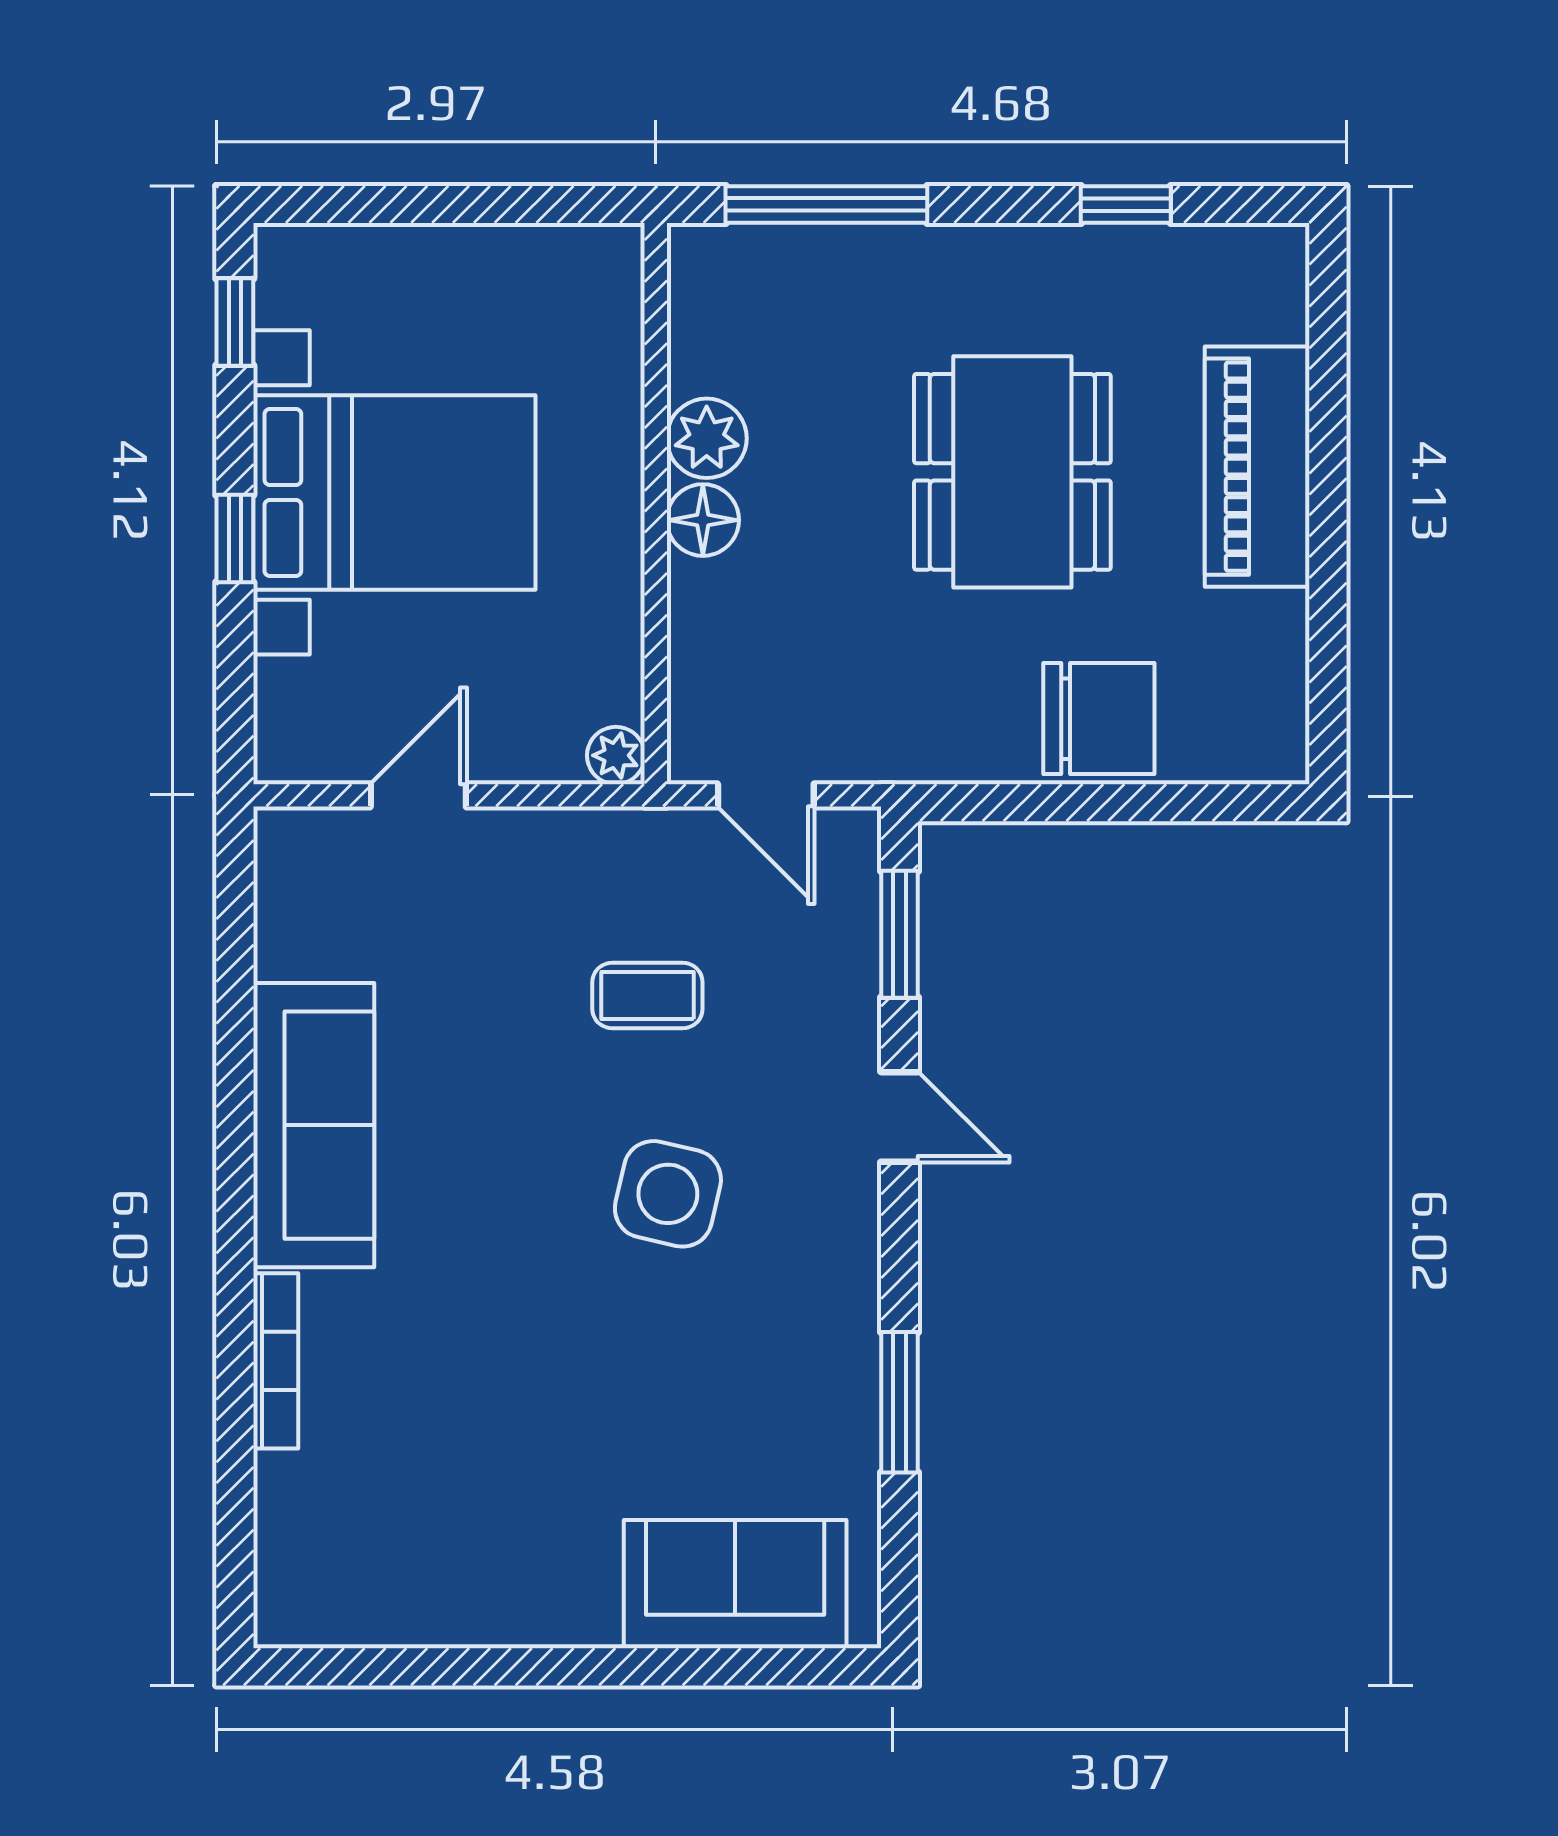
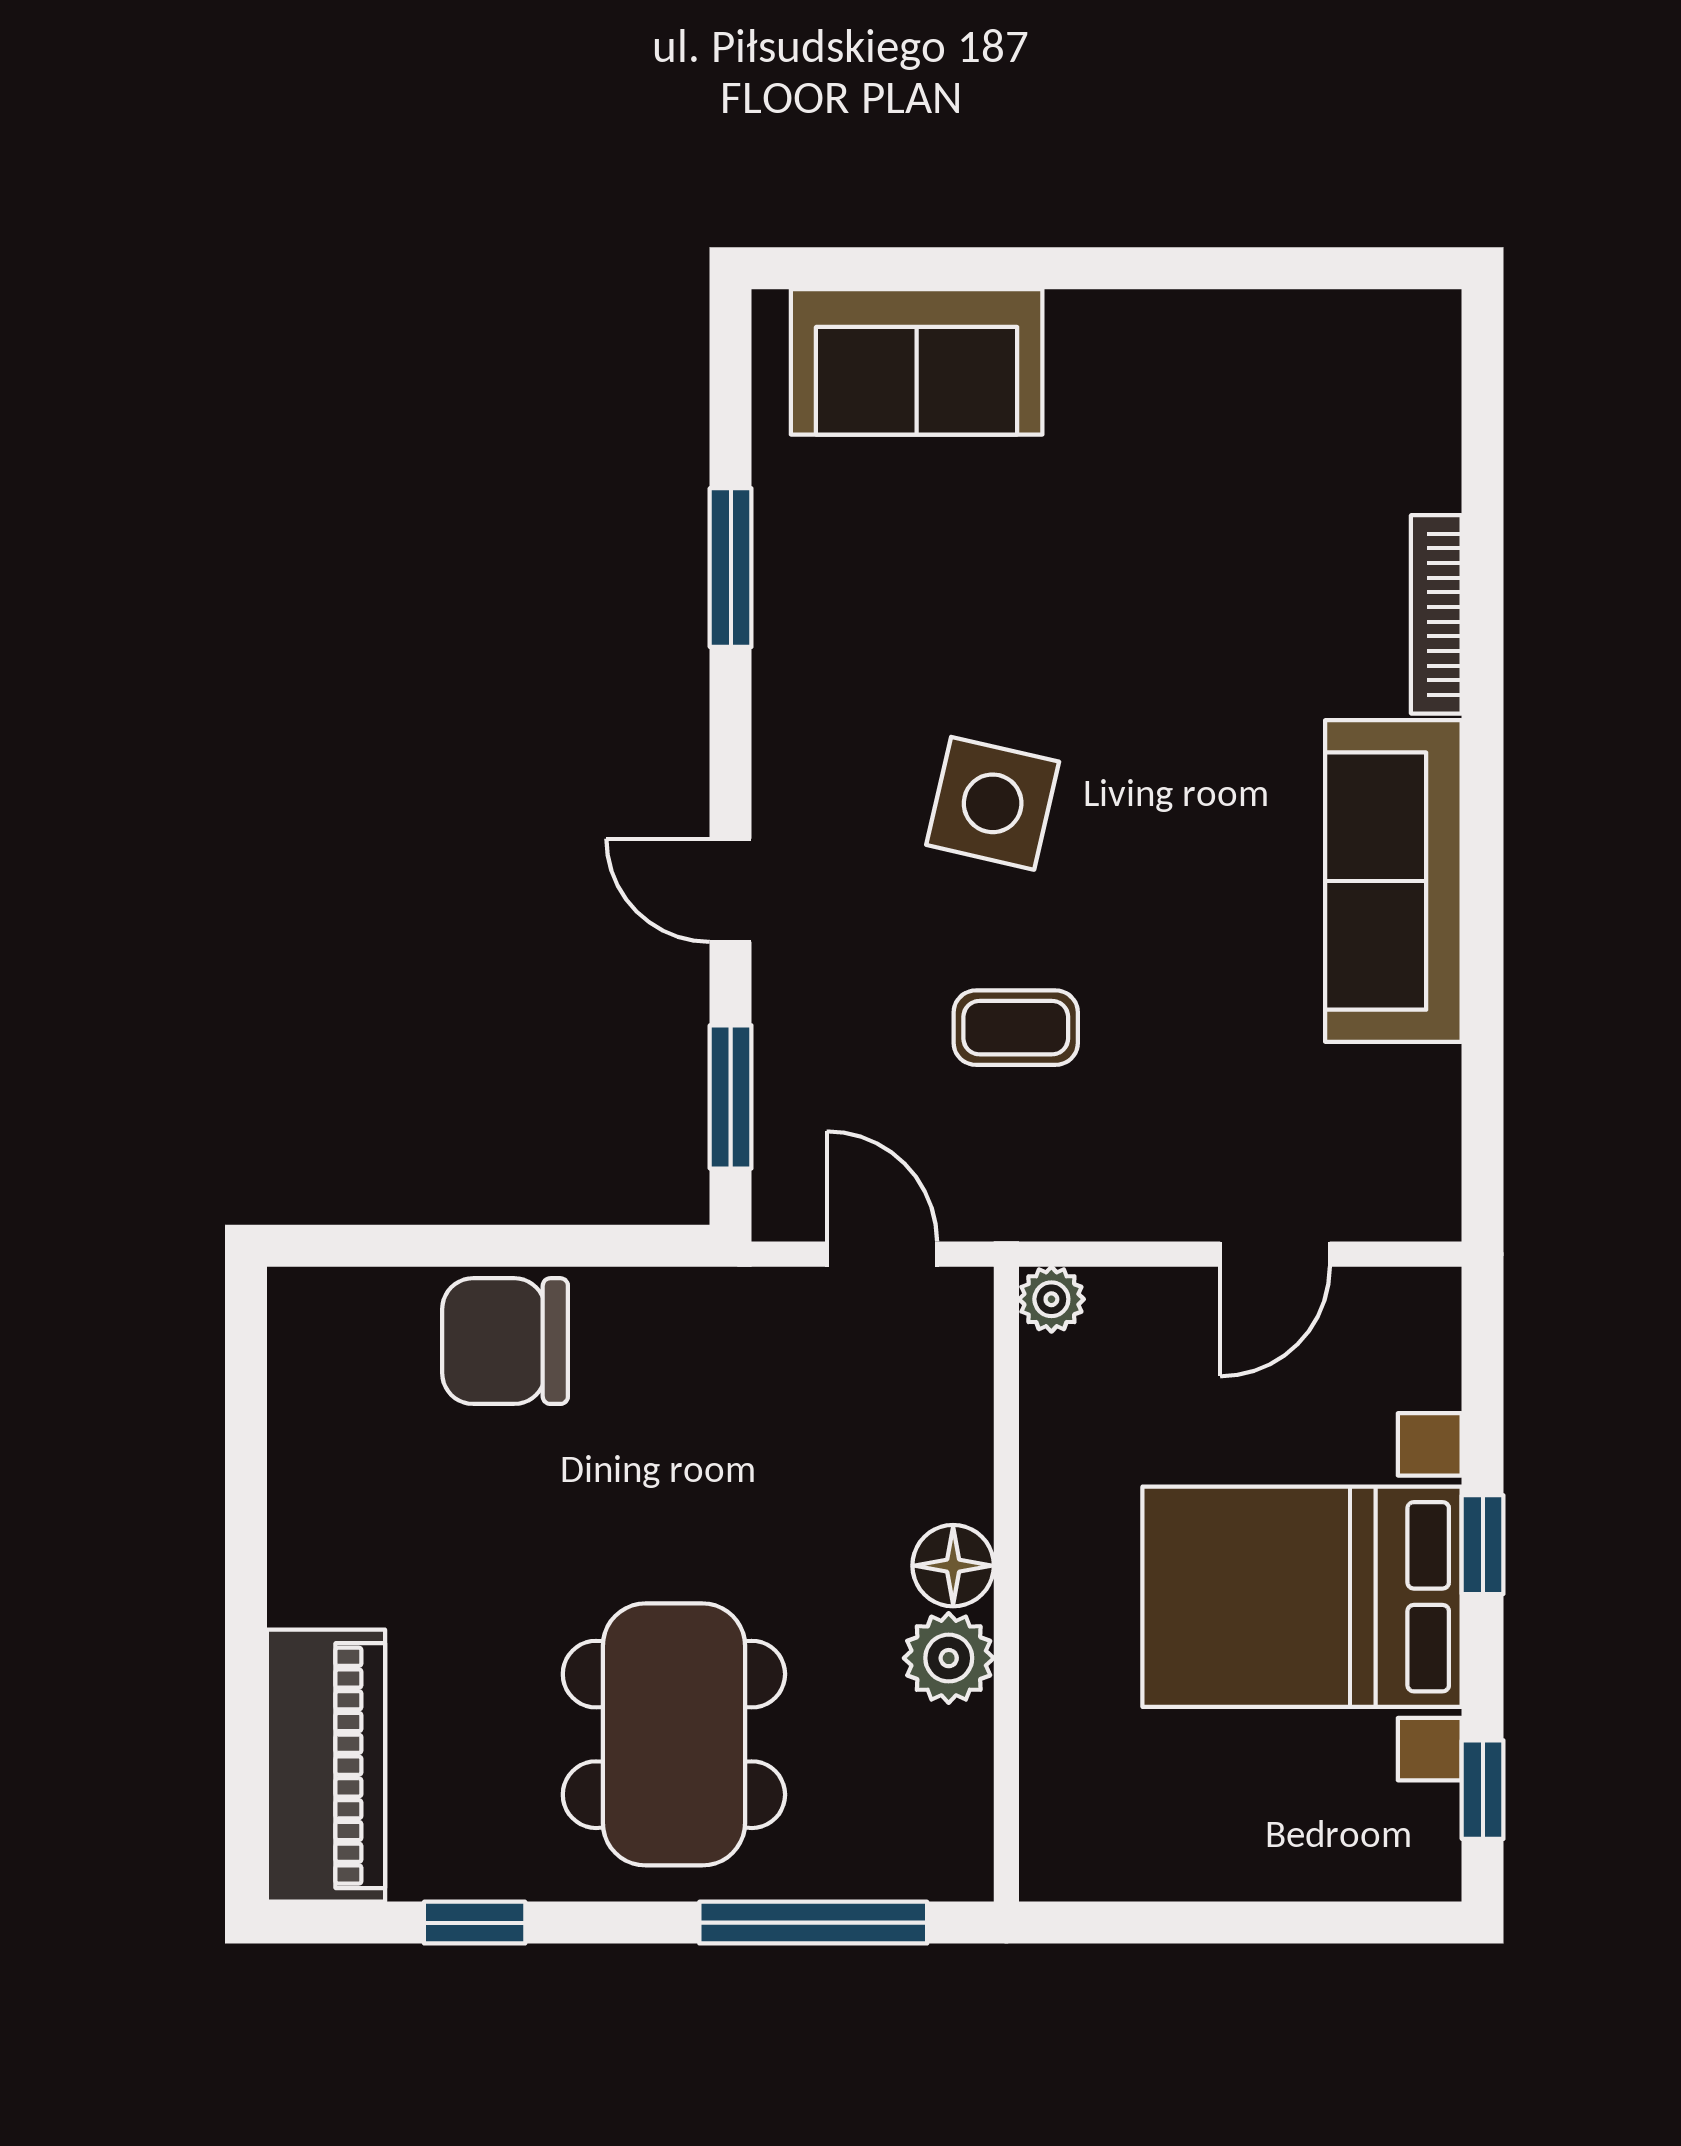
piano: (1257, 467) -> (326, 1766), moved
dining table: (1012, 472) -> (674, 1734), moved

